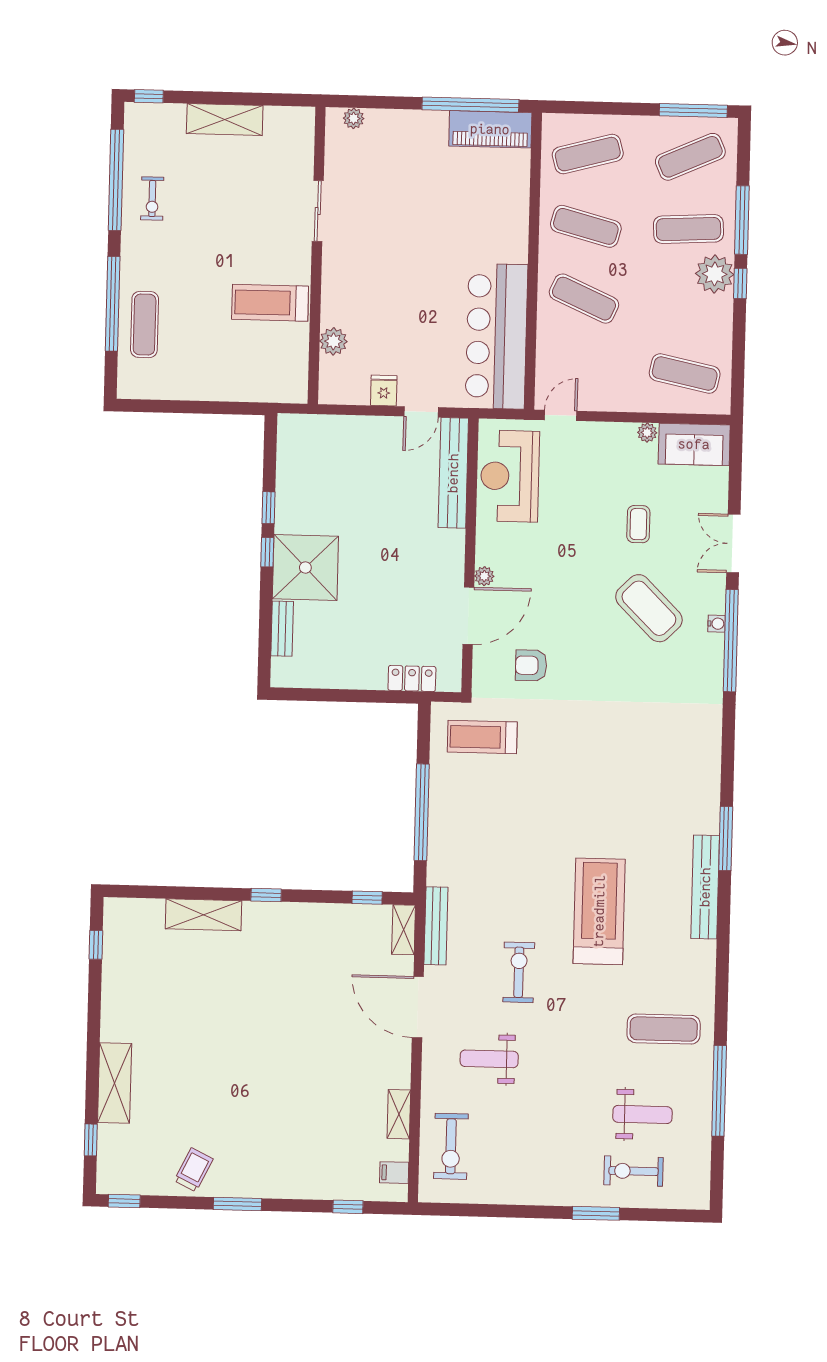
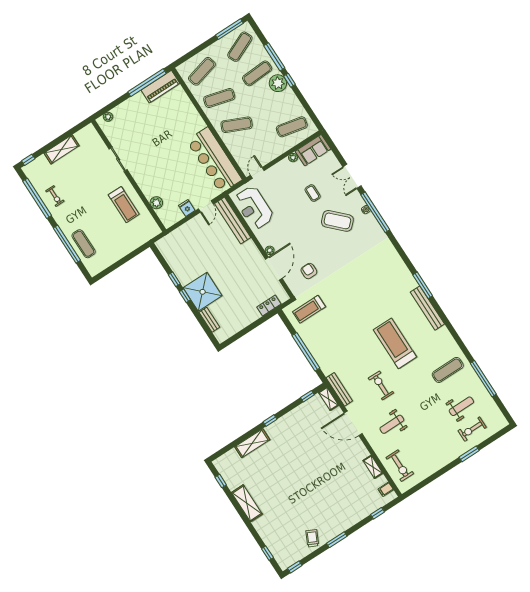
treadmill: (270, 303) -> (124, 205), turned -90
armchair: (531, 665) -> (309, 271), turned 90
shelving: (115, 1083) -> (247, 503), moved

